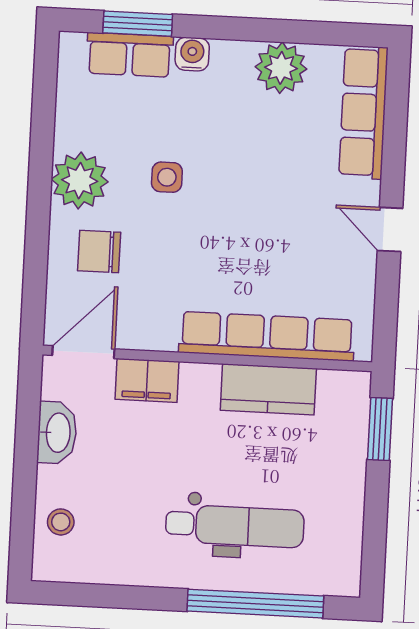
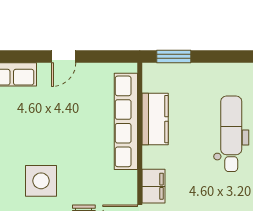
side table: (167, 177) -> (41, 181), width x1.87, depth x1.87

